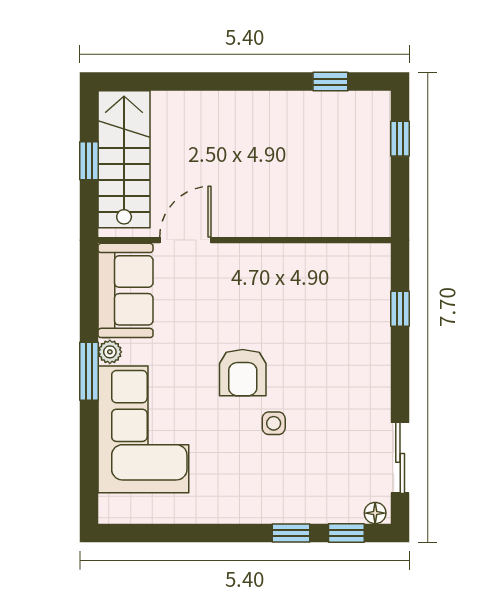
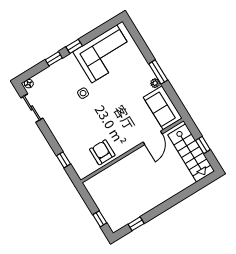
armchair: (243, 373) -> (102, 152), moved
corner sofa: (143, 429) -> (104, 54), moved, turned -90
window: (346, 533) -> (74, 46), moved

